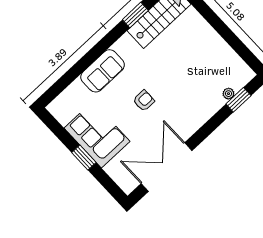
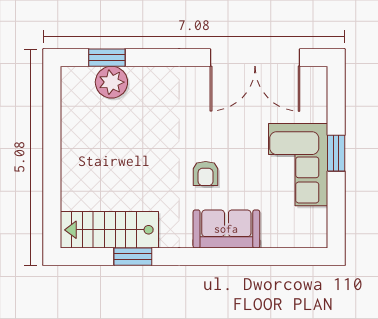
plant: (228, 94) -> (111, 82), width x1.87, depth x1.87
armchair: (144, 101) -> (206, 174), moved, turned -90

